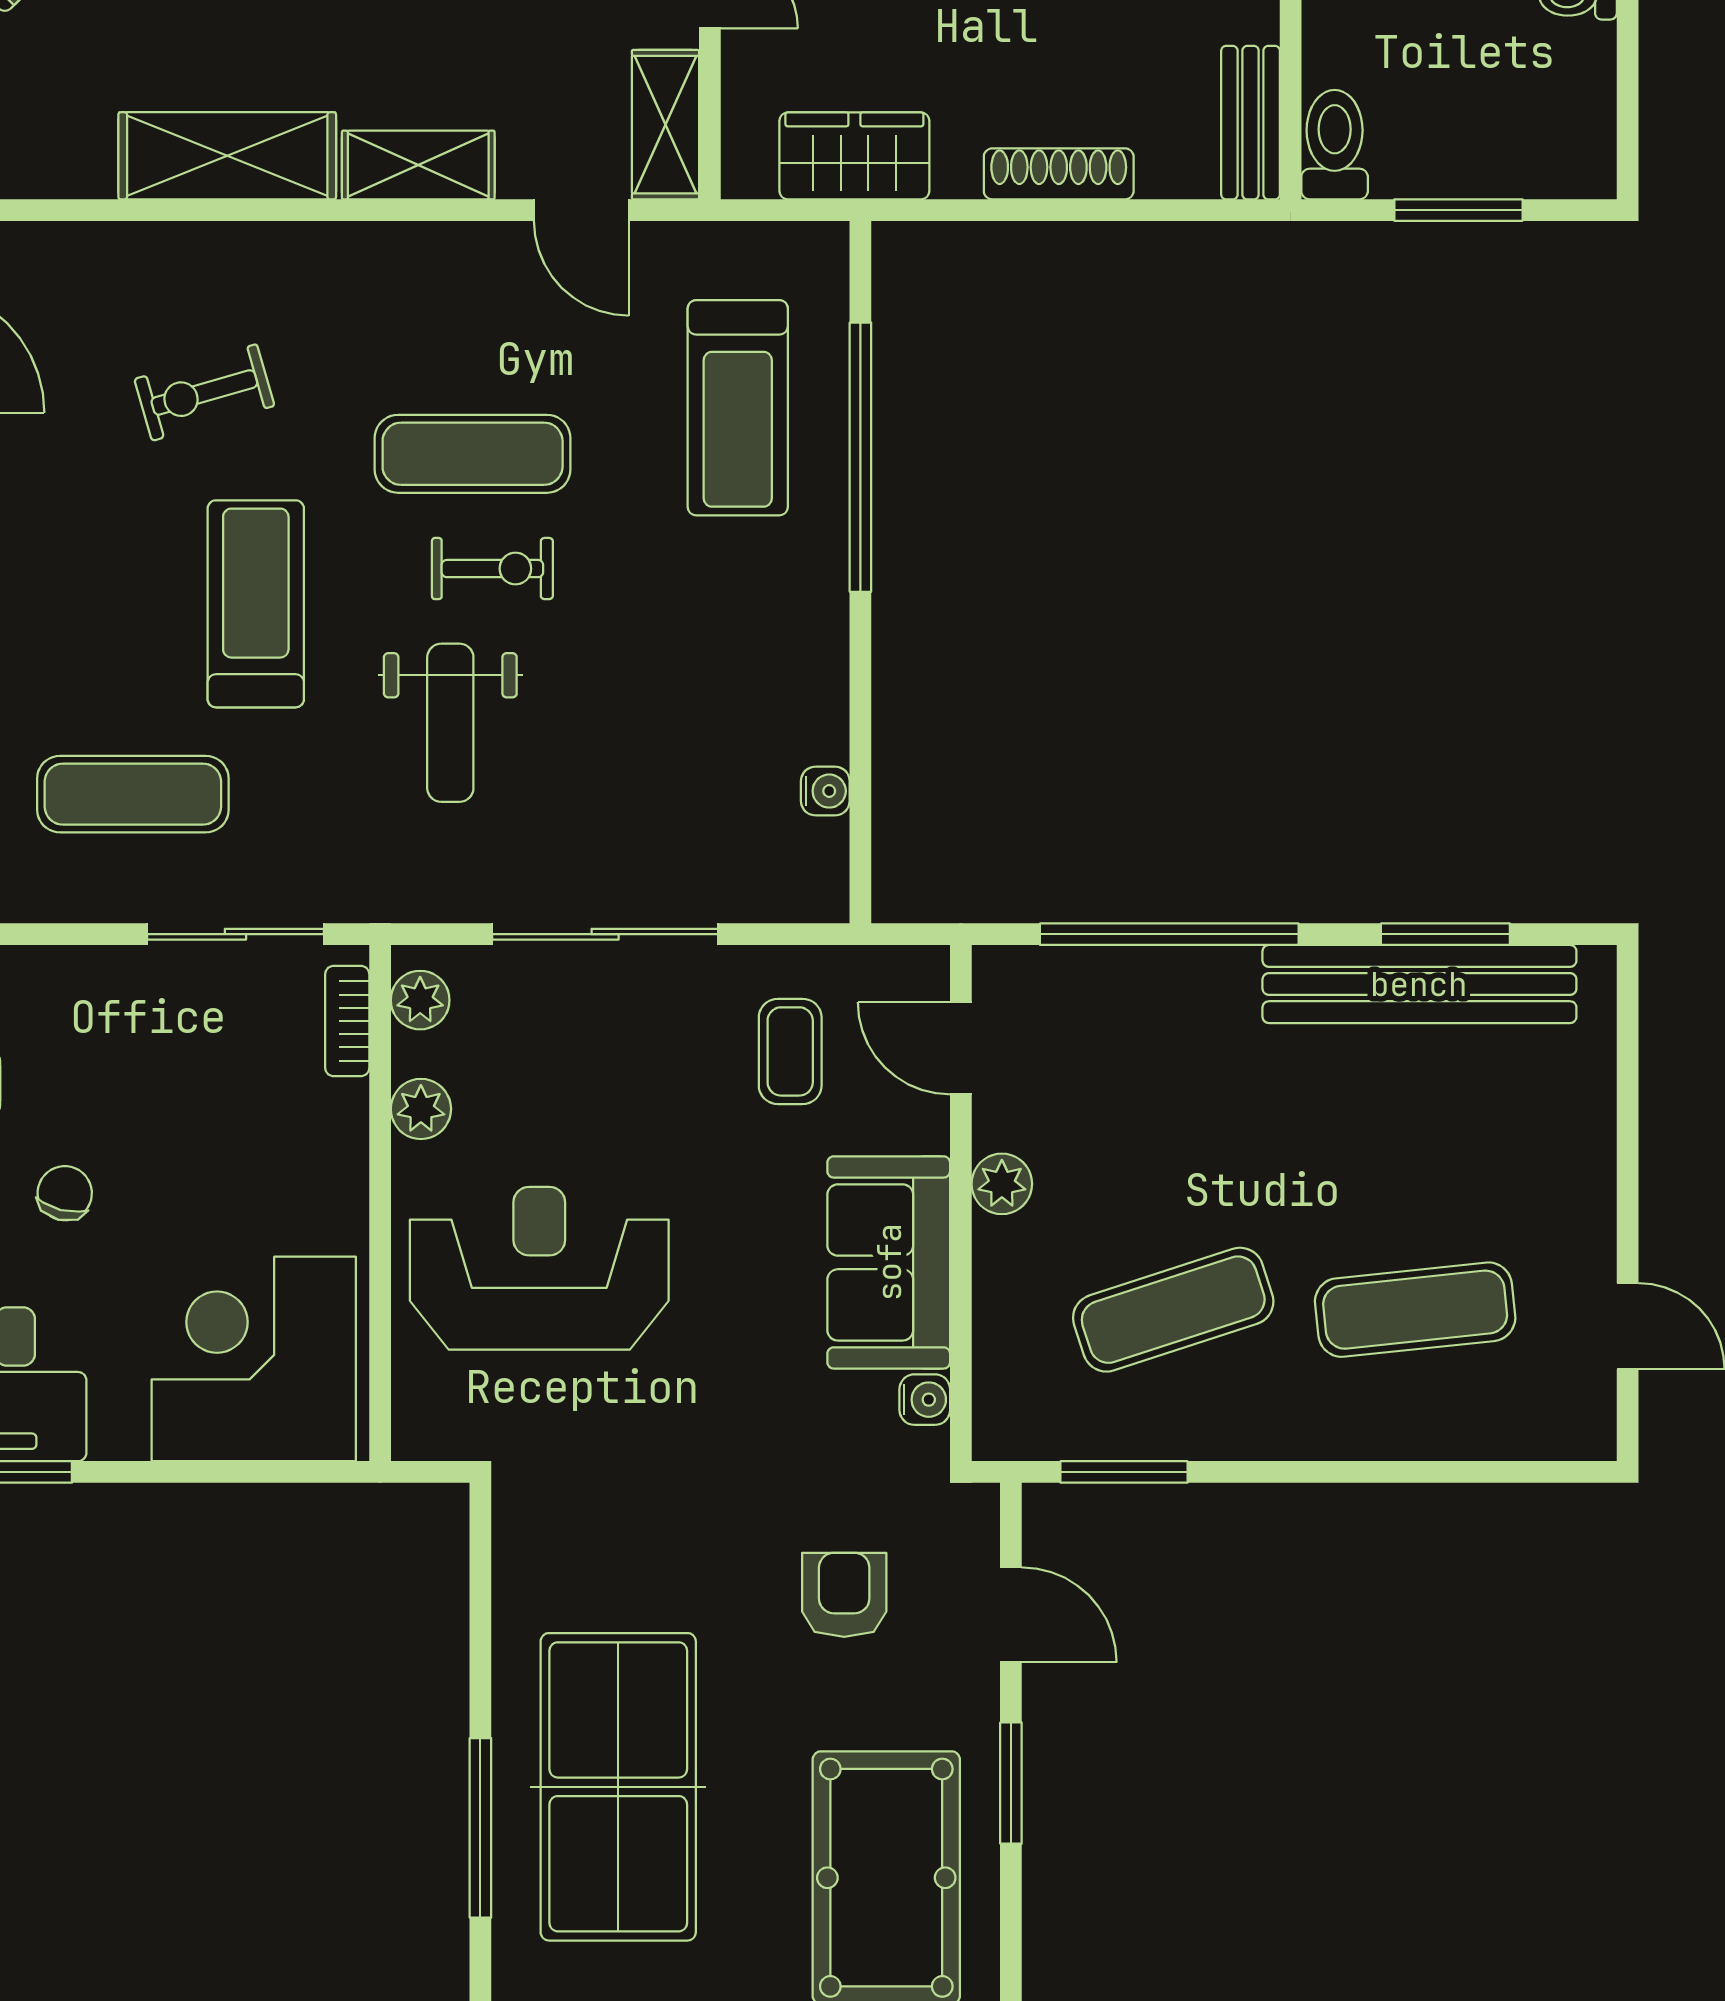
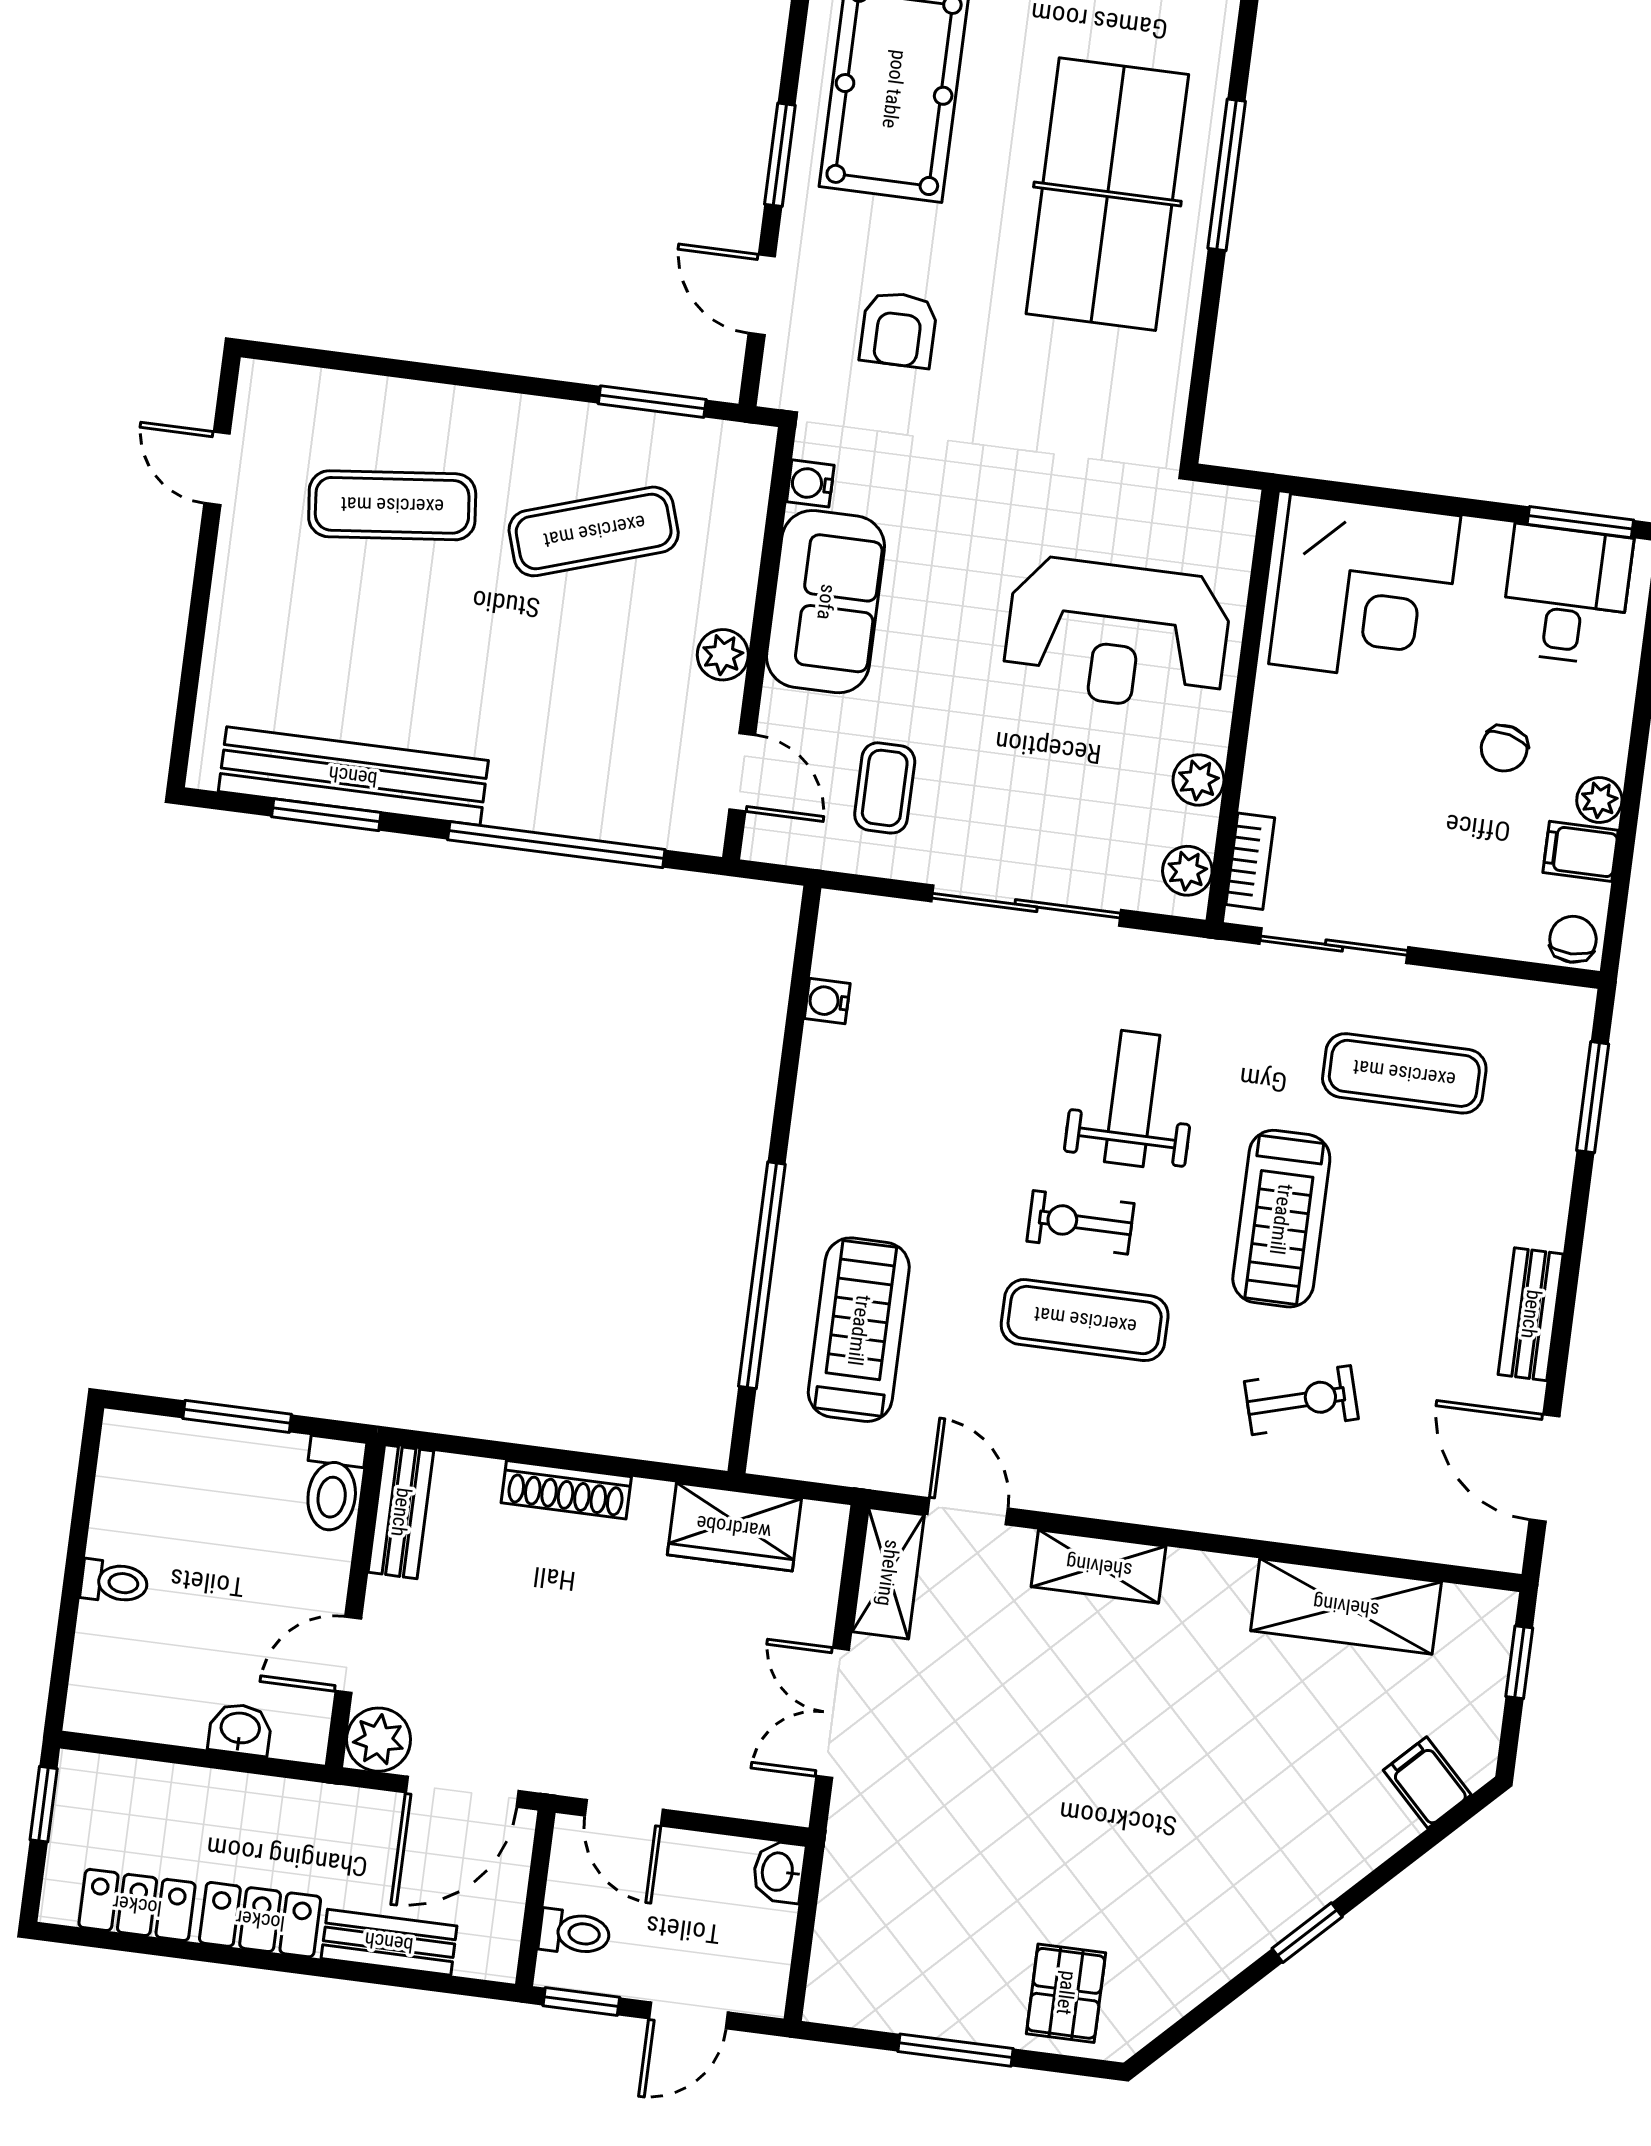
shelving: (227, 156) -> (1346, 1606), moved

